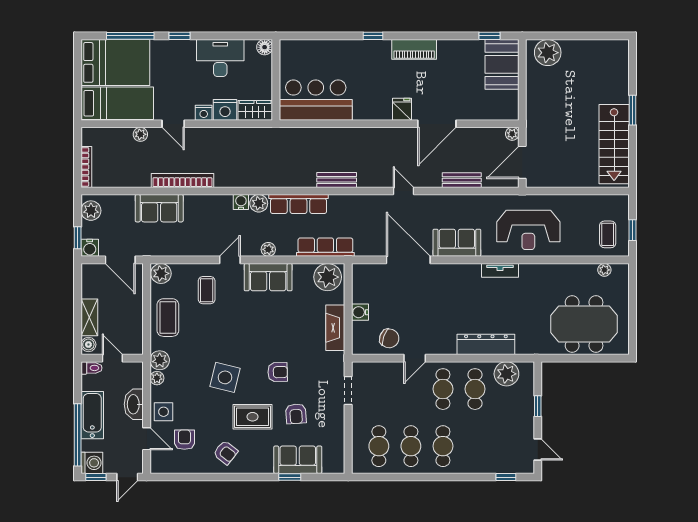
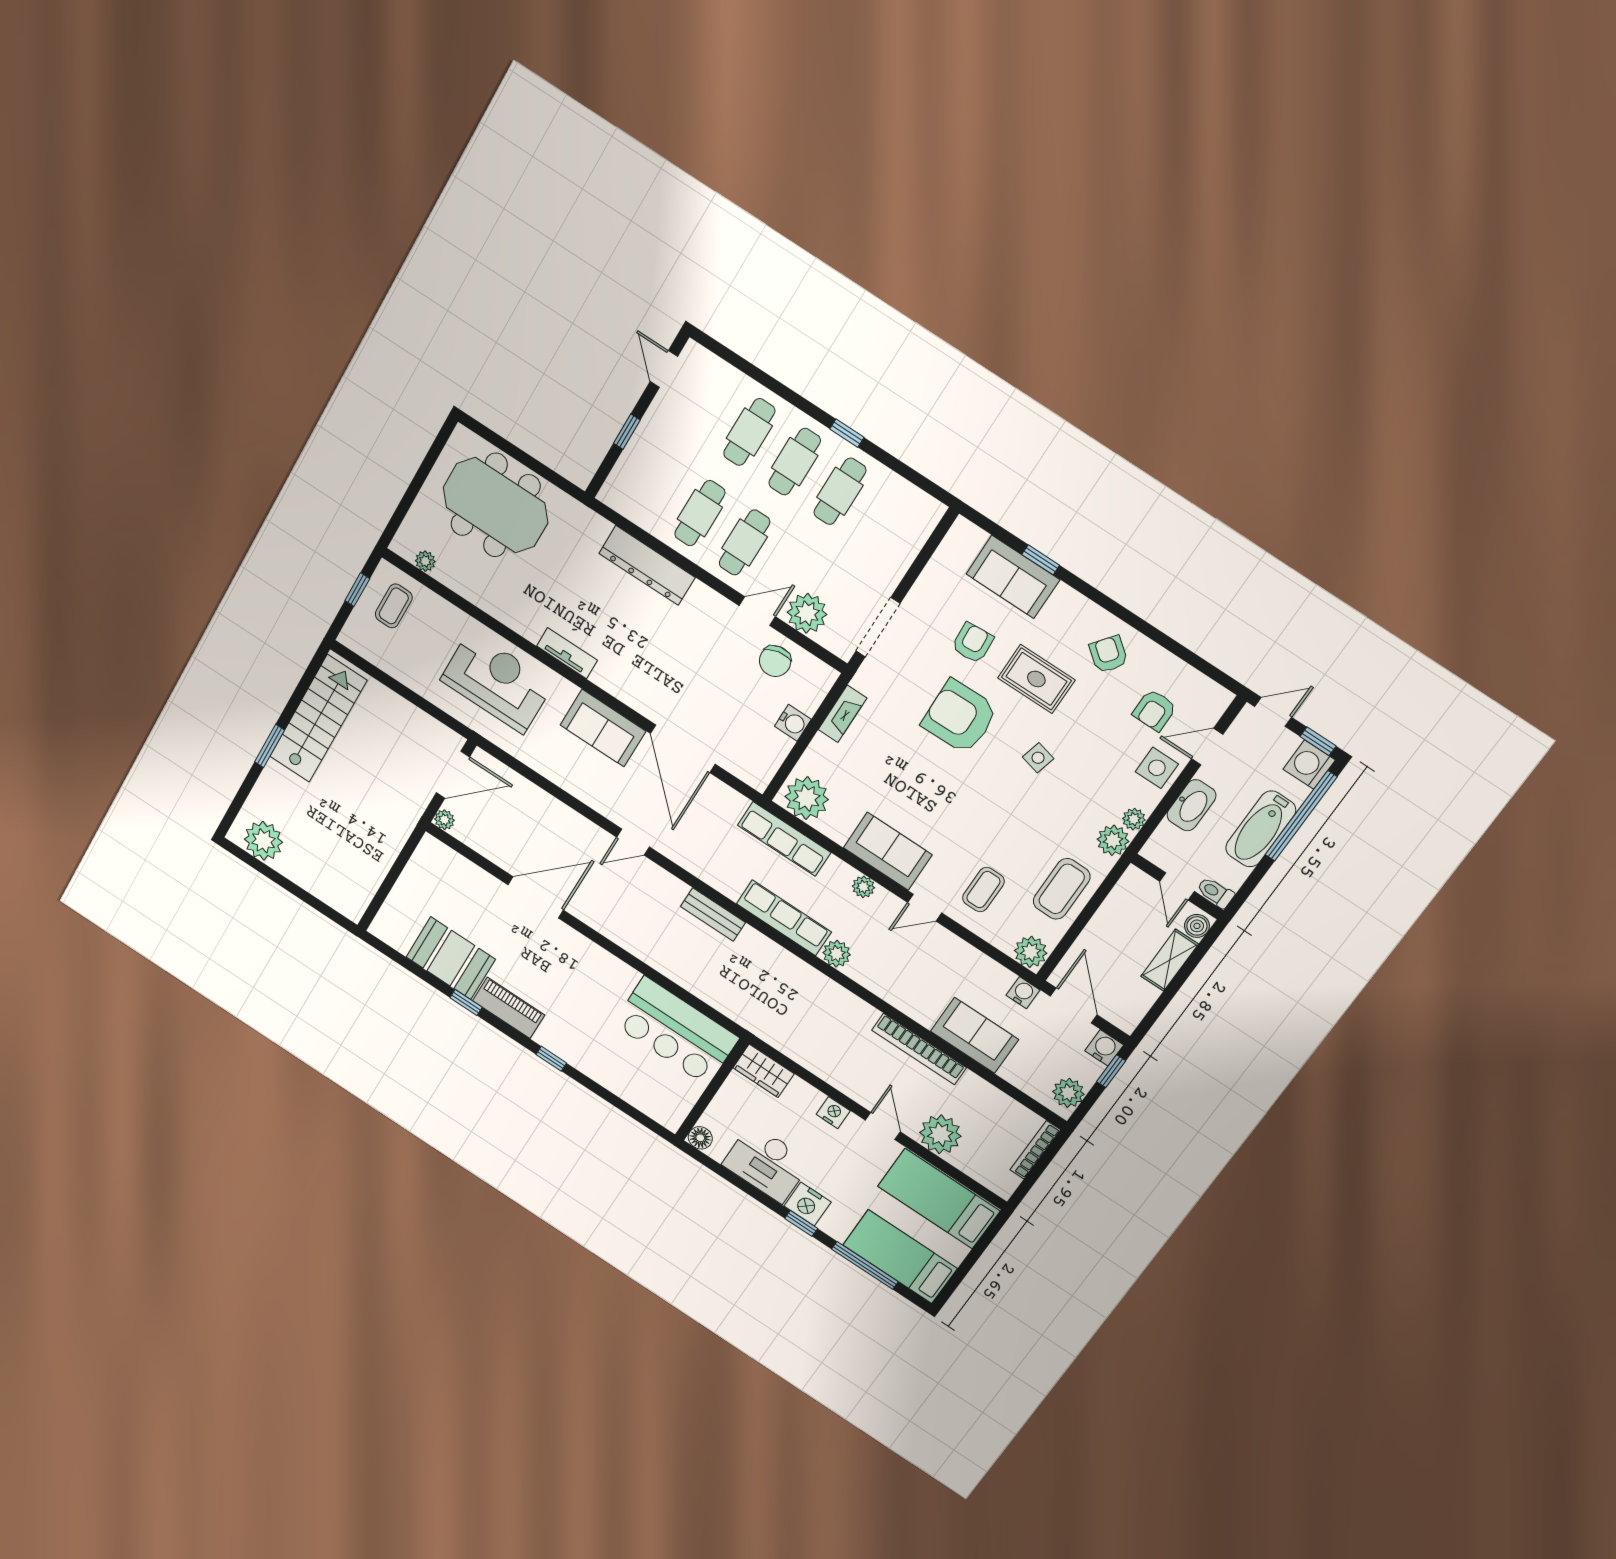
window: (490, 36) -> (466, 1002), moved
plant: (548, 53) -> (263, 841), moved
bed: (115, 62) -> (900, 1257), width x0.67
booth: (502, 64) -> (451, 958), moved, turned 90
fridge: (402, 109) -> (570, 945), removed
nightstand: (225, 110) -> (808, 1204), moved, turned 180
plant: (140, 134) -> (940, 1134), width x1.88, depth x1.88
bench: (462, 180) -> (547, 805), removed
door: (403, 191) -> (633, 842), hinge flipped
water cooler: (241, 202) -> (1023, 993), moved, turned 180
fireplace: (335, 328) -> (842, 714), width x0.73, depth x0.76
chair: (389, 338) -> (775, 661), turned -121
armchair: (278, 372) -> (960, 717), width x1.88, depth x1.88
plant: (506, 374) -> (807, 613), moved
side table: (225, 377) -> (1038, 758), width x0.54, depth x0.54
doorway: (348, 390) -> (878, 627), width x1.38
door: (147, 439) -> (1207, 747), hinge flipped
cafe table: (379, 446) -> (749, 432), moved
window: (506, 477) -> (847, 433), moved

